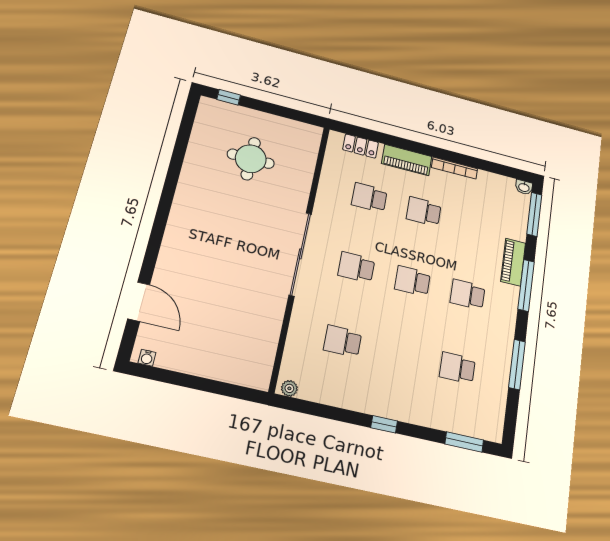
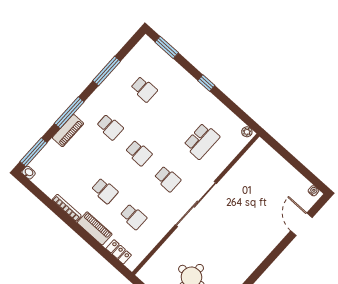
school desk: (343, 341) -> (202, 141), width x1.85

